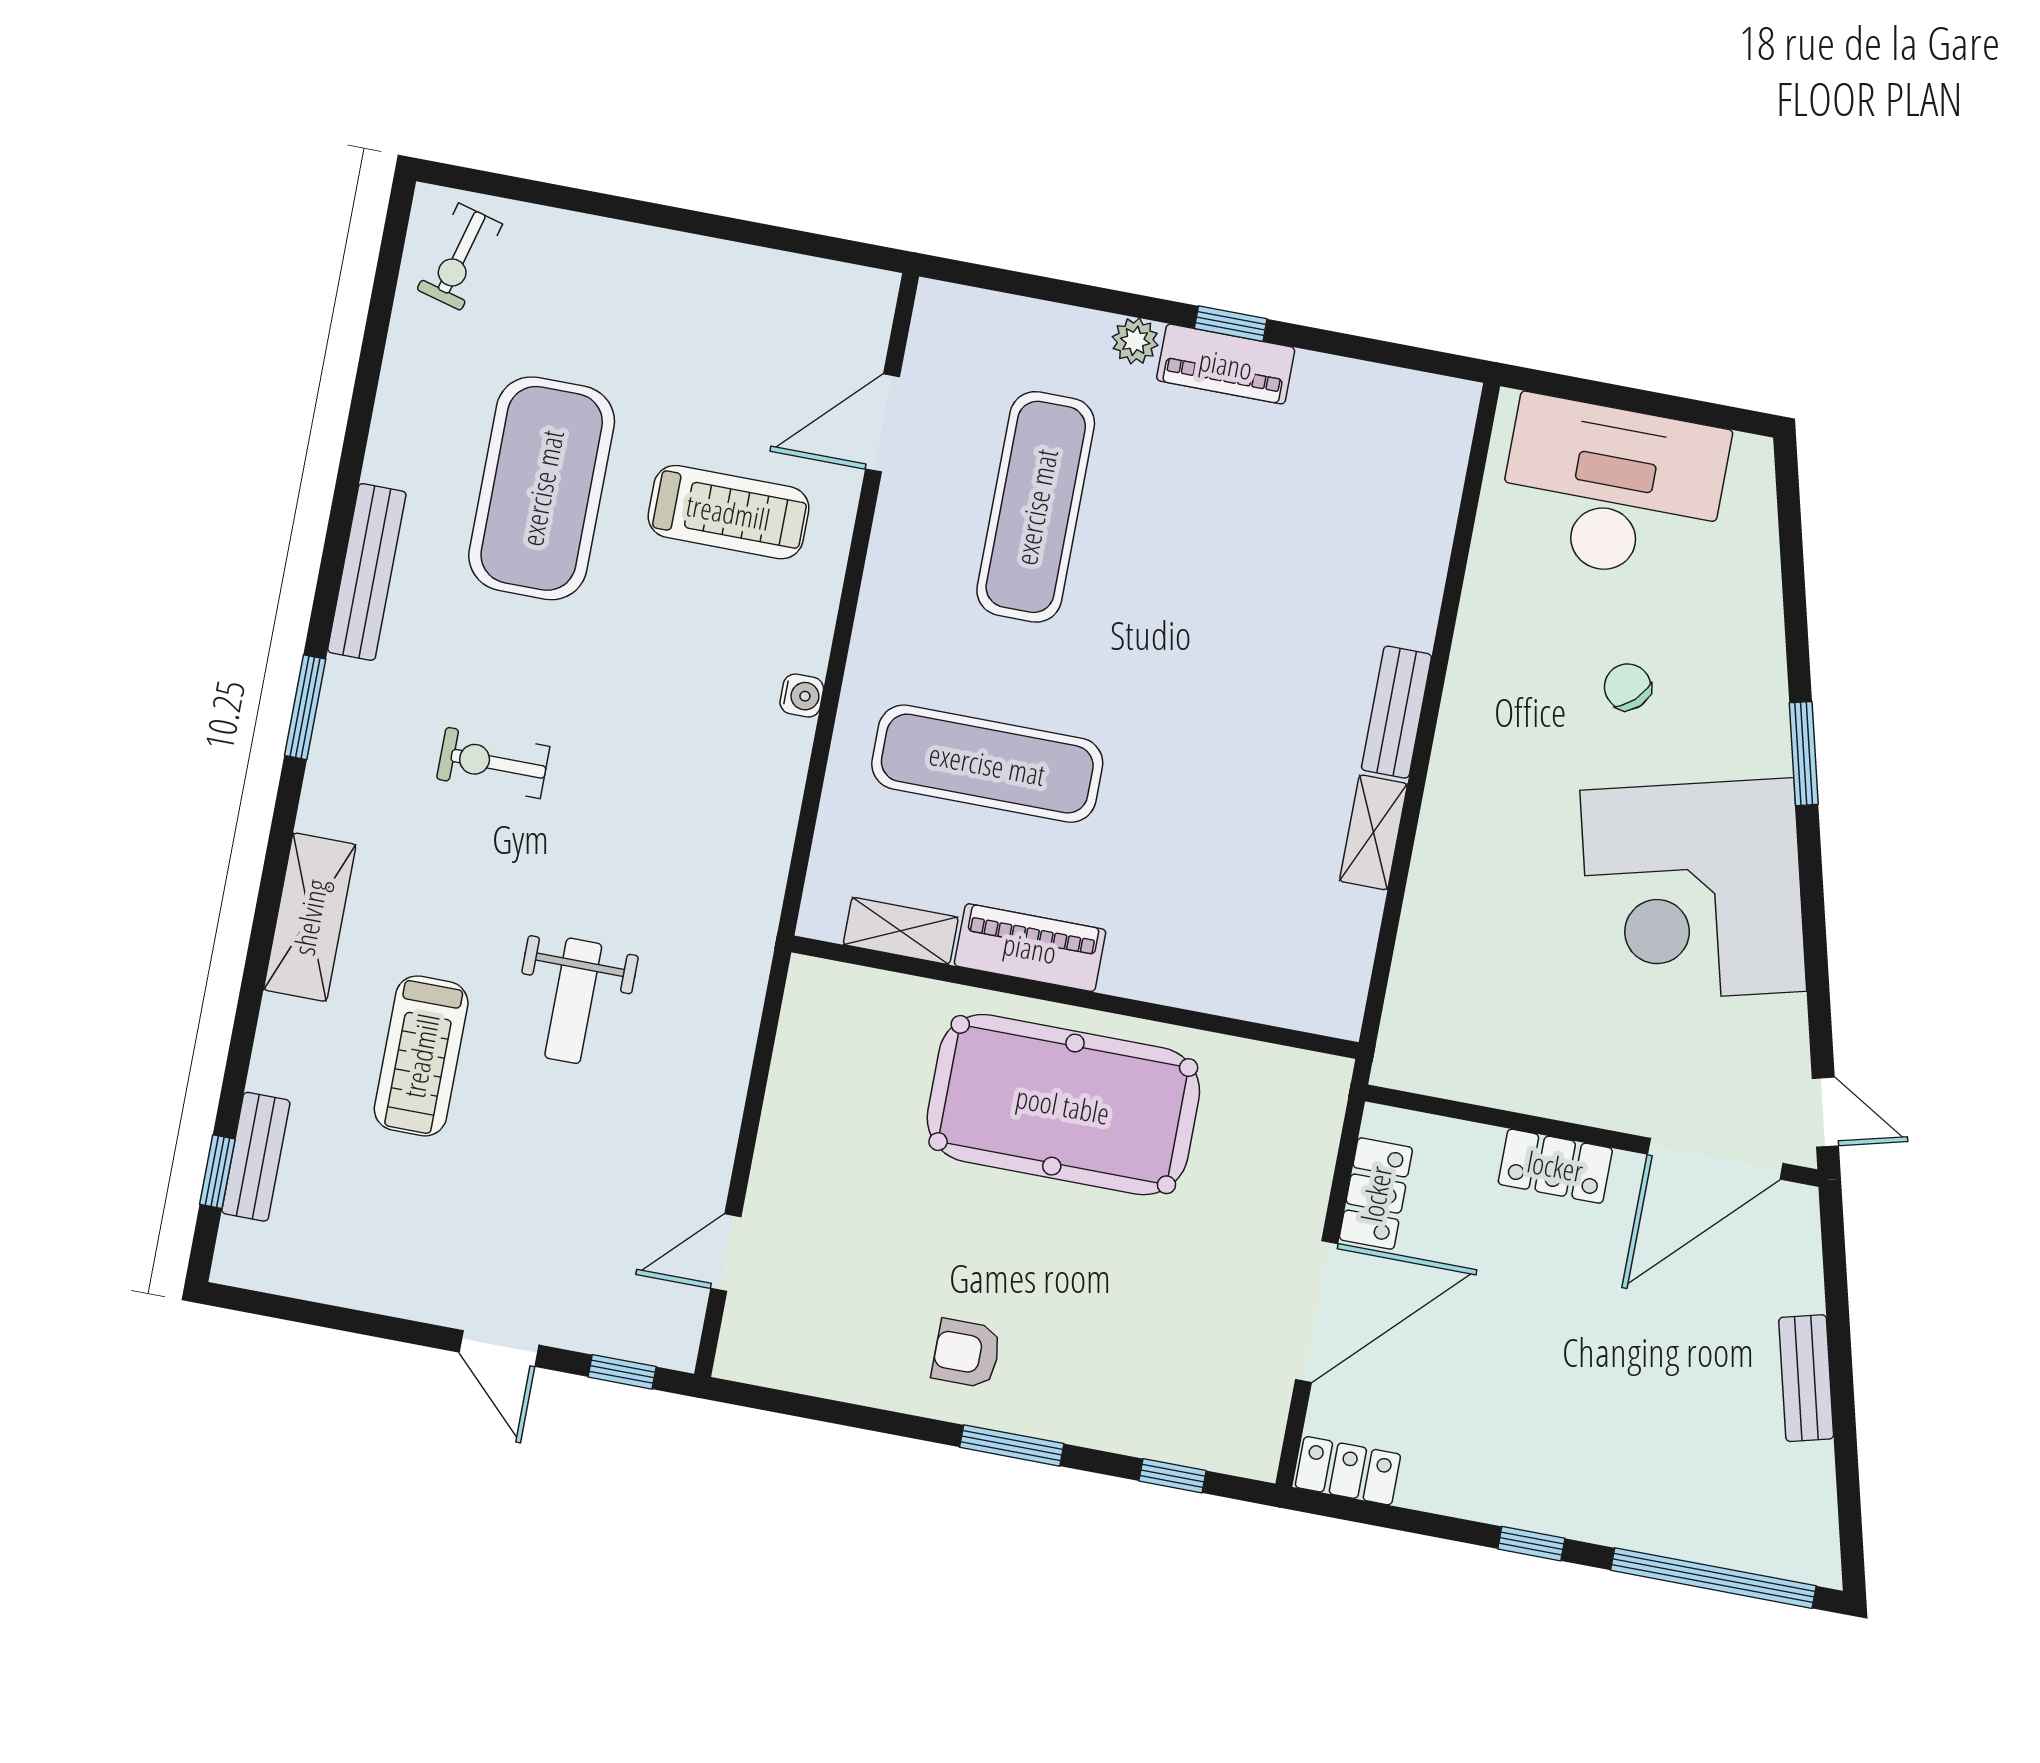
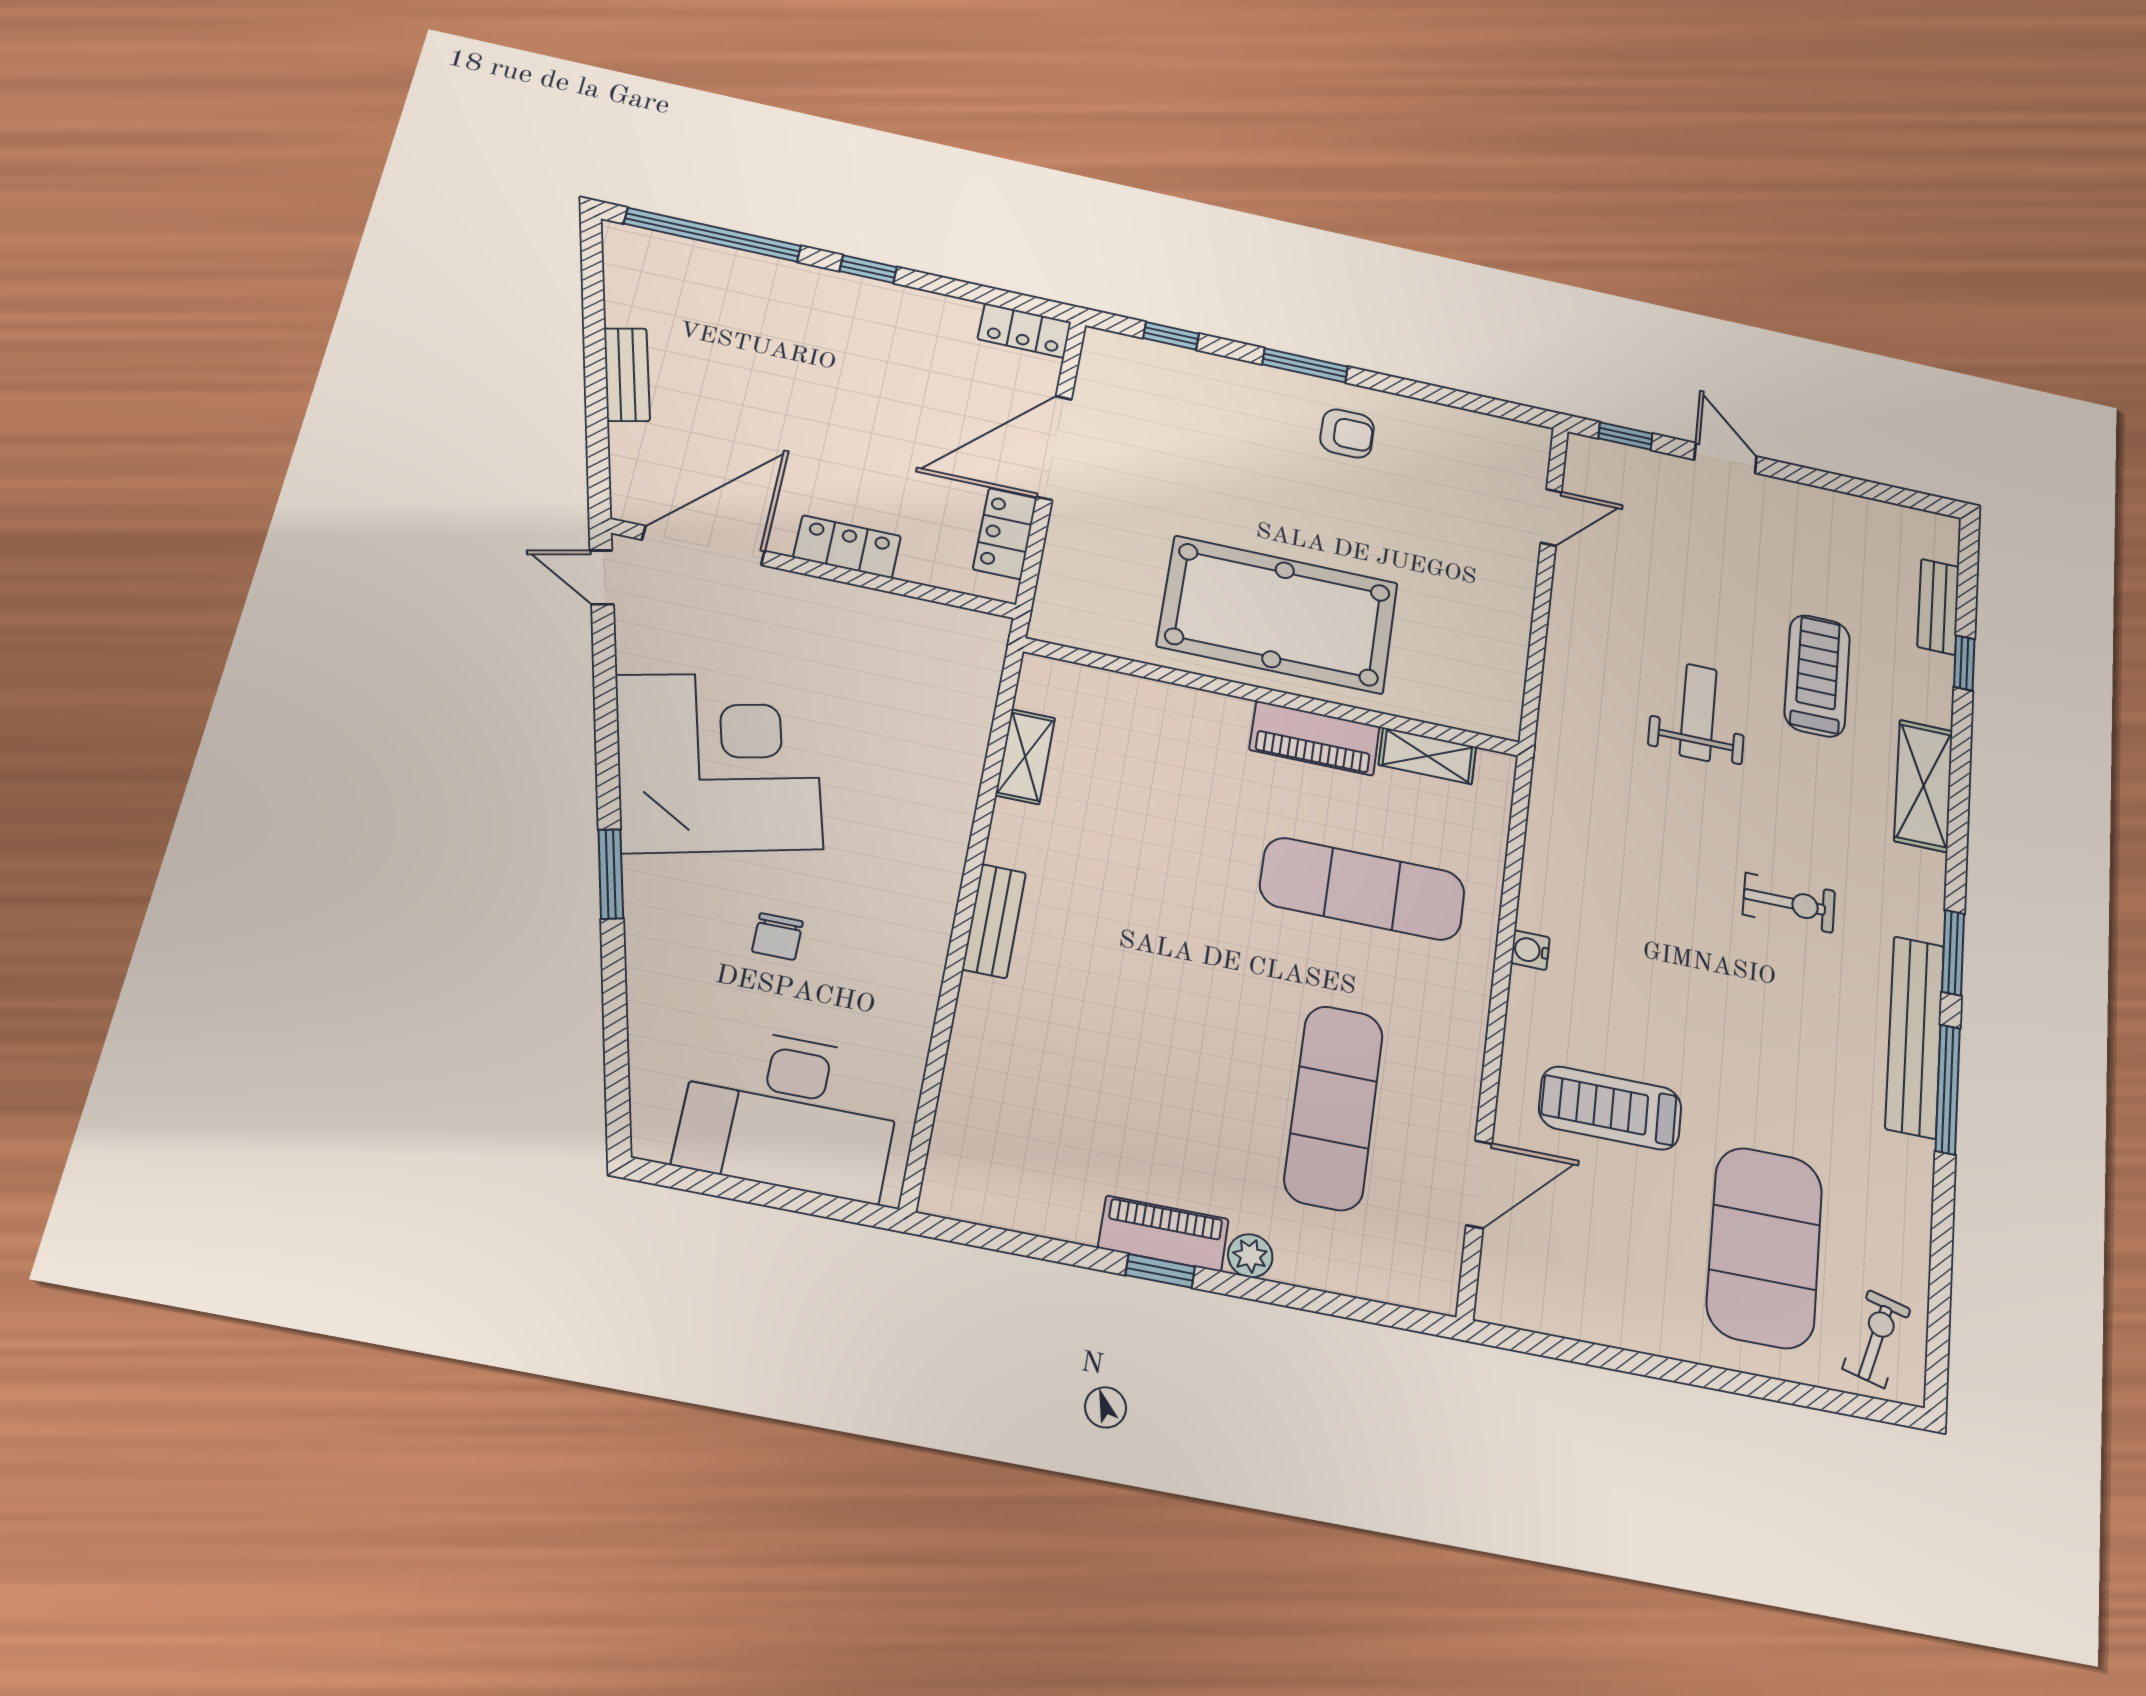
exercise mat: (542, 488) -> (1765, 1247), moved
window: (336, 542) -> (1948, 1089), added
bench: (367, 572) -> (1915, 1036), width x1.37, depth x1.21
chair: (1628, 687) -> (777, 937), turned 44
shelving: (1373, 832) -> (1025, 757), moved
window: (217, 1172) -> (1964, 663), moved

